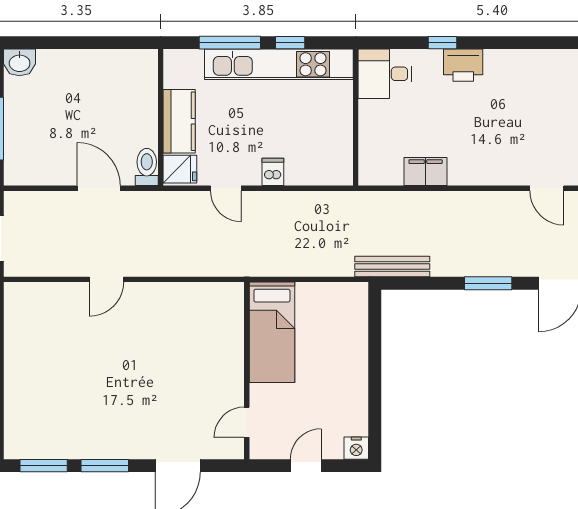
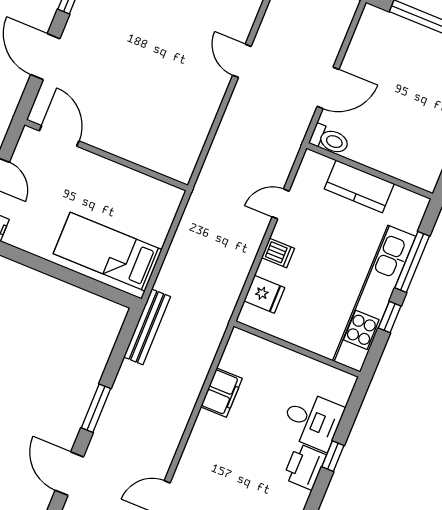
desk: (385, 74) -> (312, 420), moved, turned 90
fridge: (180, 169) -> (264, 294), moved, turned -90
bed: (272, 332) -> (108, 252), moved
door: (247, 422) -> (59, 136), width x1.38

